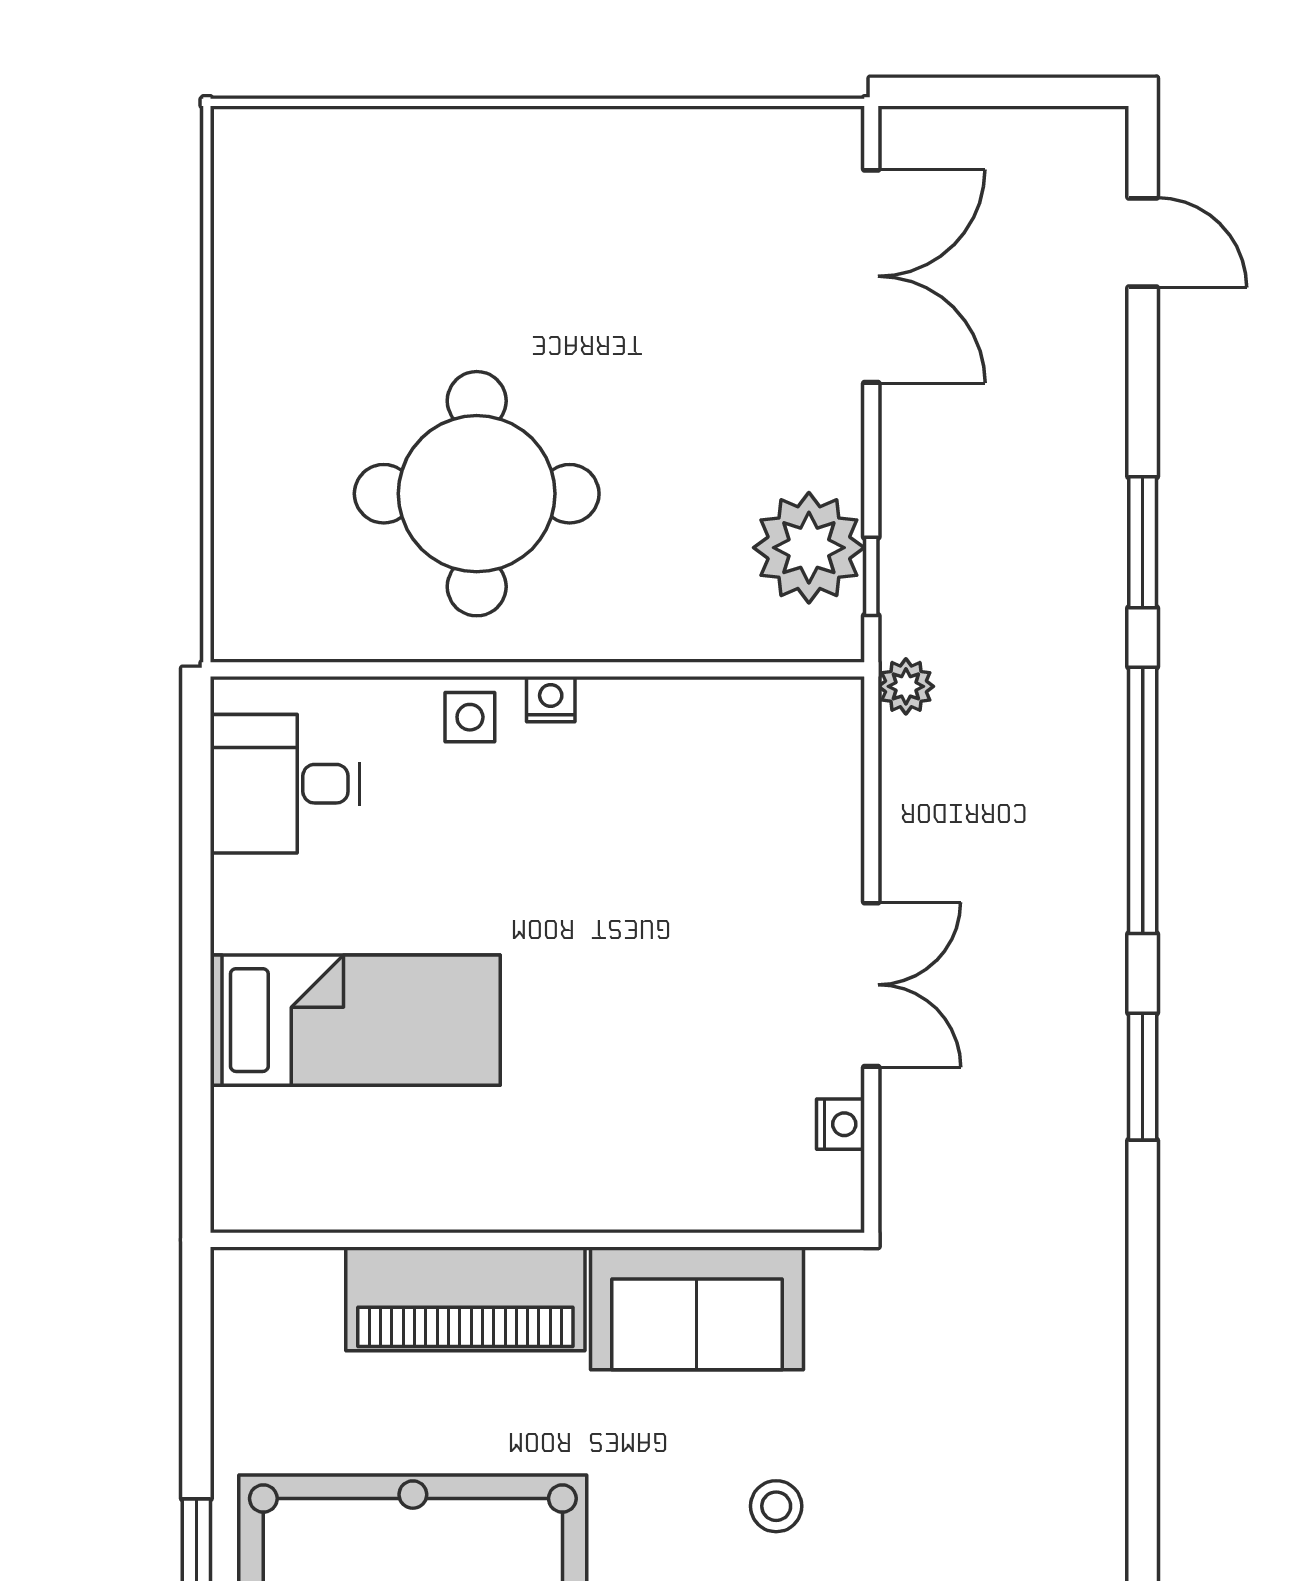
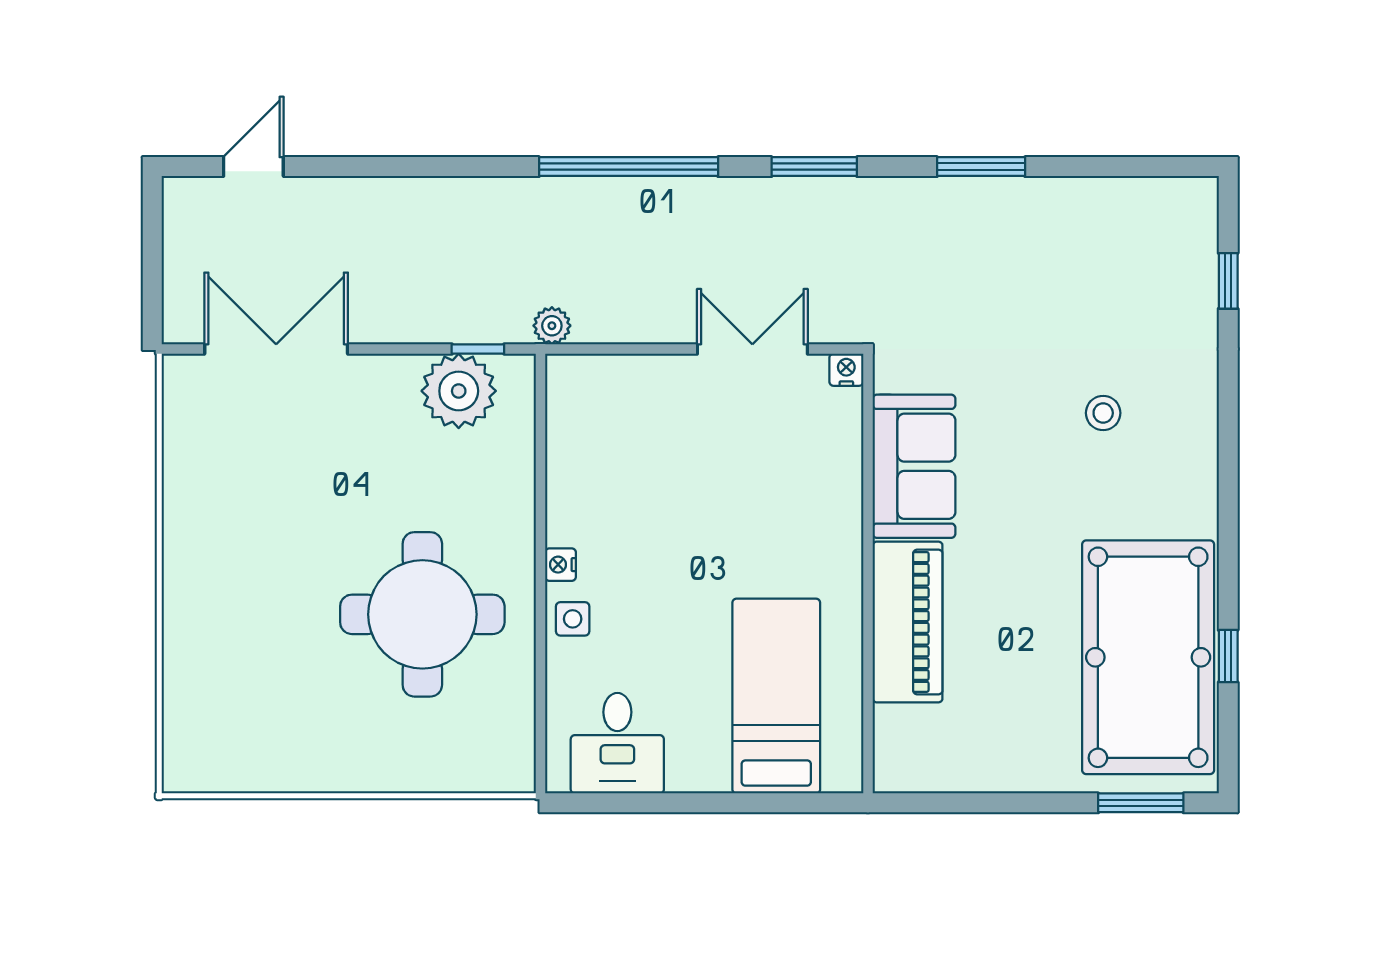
window: (1143, 542) -> (981, 167), moved
wall: (537, 1240) -> (868, 574), moved
piano: (465, 1299) -> (908, 622), moved
sofa: (697, 1308) -> (914, 466), moved

